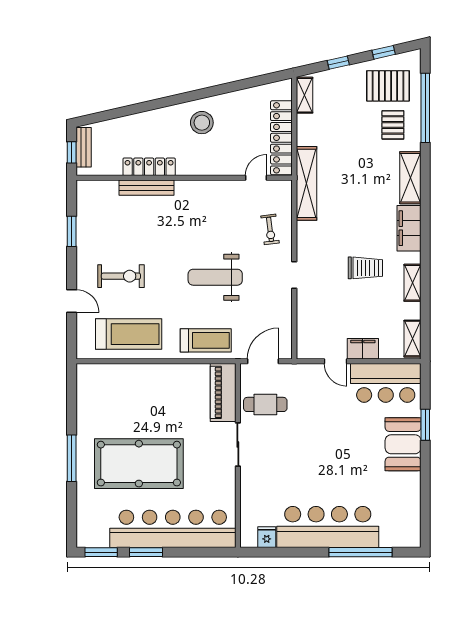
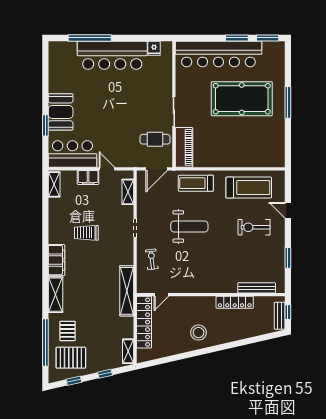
bench: (147, 188) -> (257, 288), moved
shelving: (412, 283) -> (128, 192), moved
treadmill: (129, 334) -> (249, 188), turned 180

